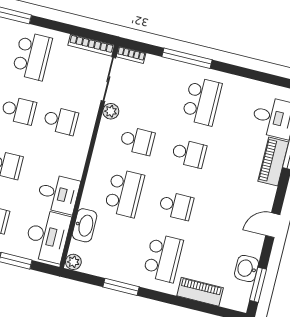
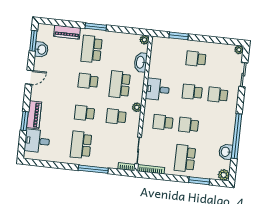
plant: (111, 111) -> (137, 107), moved
desk: (58, 194) -> (158, 89), moved
desk: (47, 236) -> (162, 53), removed
window: (121, 287) -> (96, 27), moved

